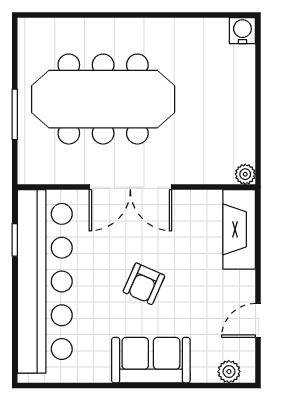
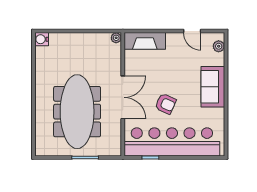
armchair: (144, 284) -> (166, 104), moved

